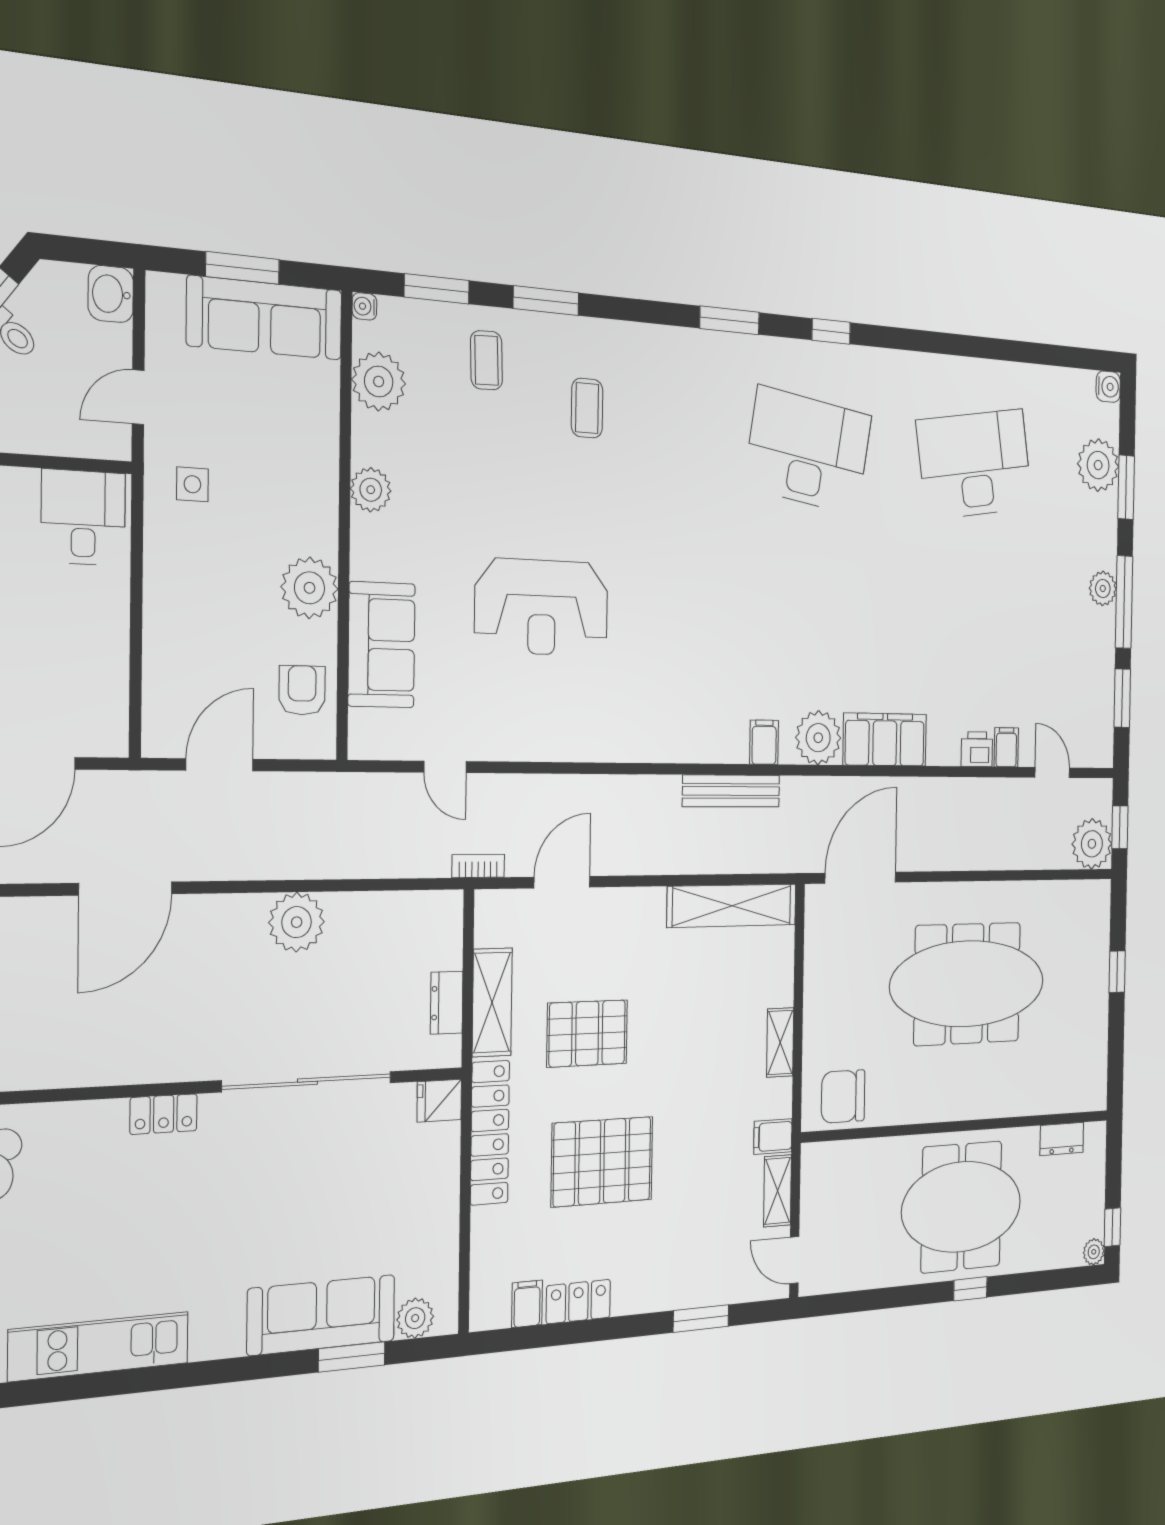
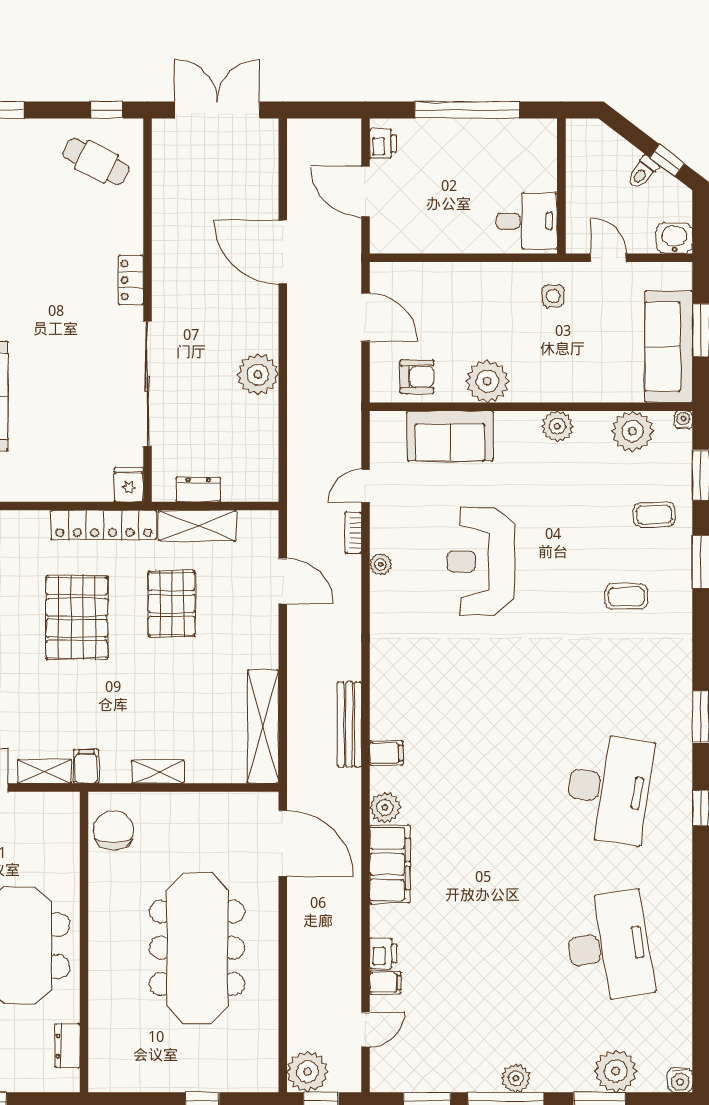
plant: (818, 738) -> (385, 808), width x0.73, depth x0.73
plant: (543, 747) -> (381, 564), added
bookcase: (478, 866) -> (353, 533), moved, turned 180

